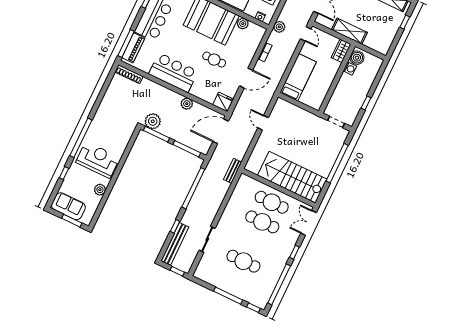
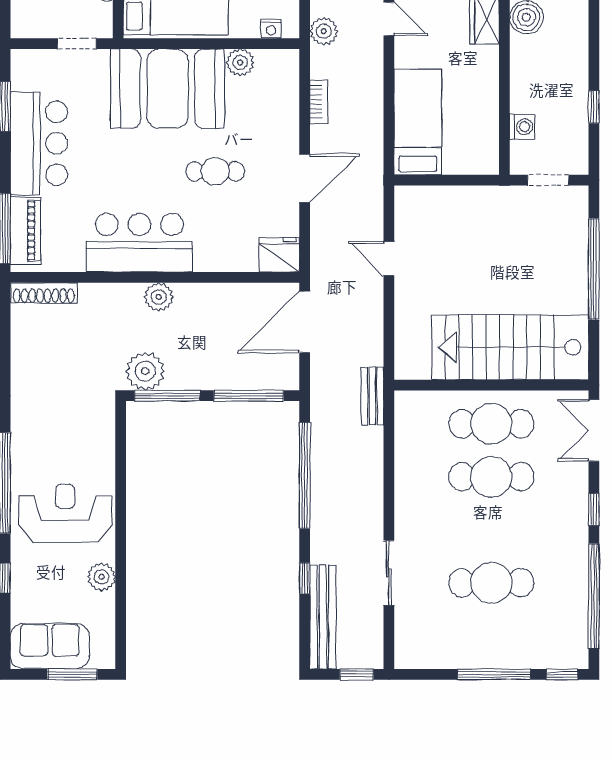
washing machine: (350, 68) -> (522, 127), moved
plant: (187, 104) -> (159, 297), moved

